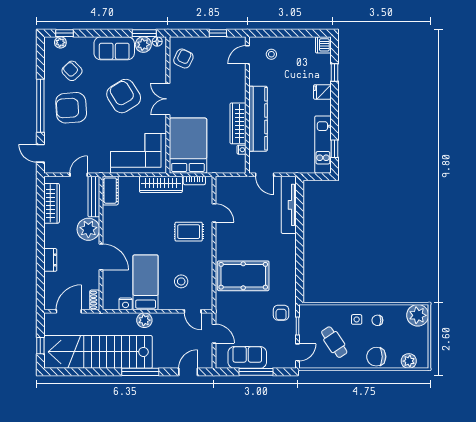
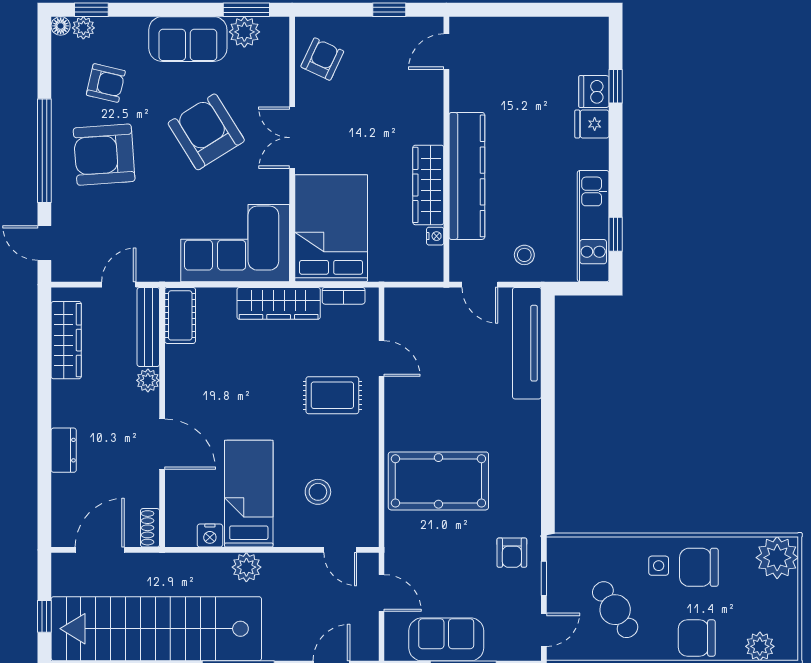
floor lamp: (157, 41) -> (61, 26), moved
dishwasher: (323, 45) -> (594, 92), moved
stool: (271, 54) -> (524, 255), moved
armchair: (72, 71) -> (106, 83), turned 147
plant: (88, 229) -> (148, 380), width x0.53, depth x0.53
chair: (377, 320) -> (699, 567), width x1.87, depth x1.87

